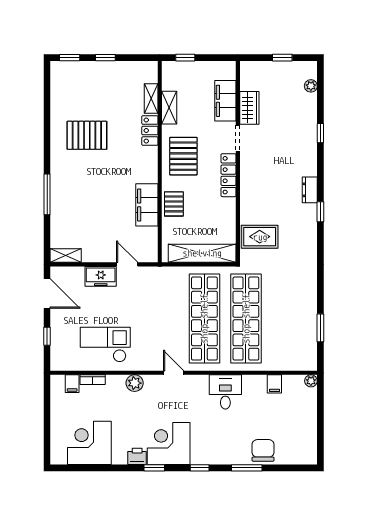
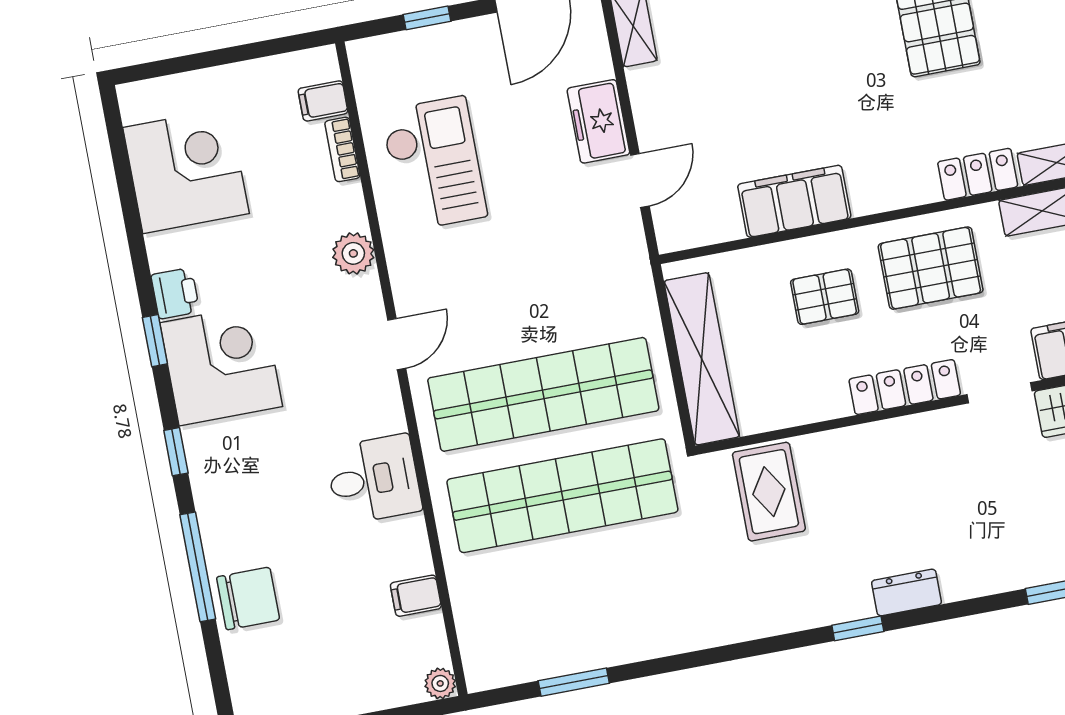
pallet: (174, 204) -> (825, 297), moved
window: (247, 468) -> (198, 567), width x1.44

